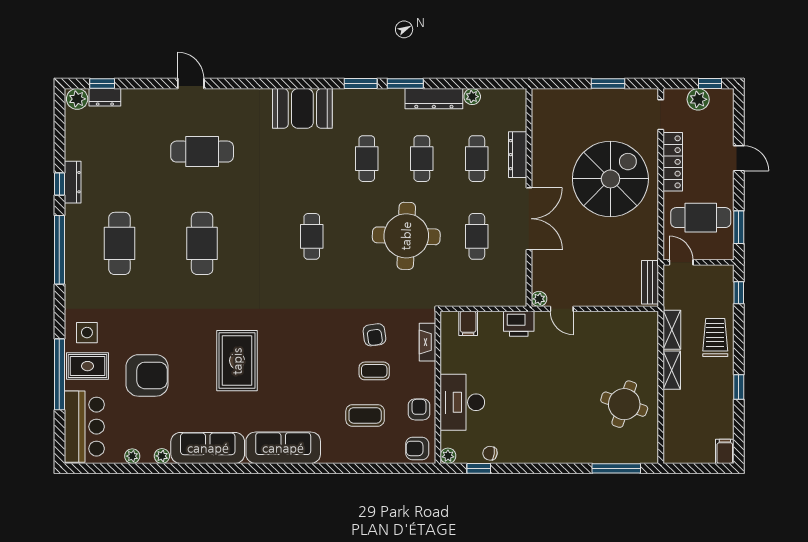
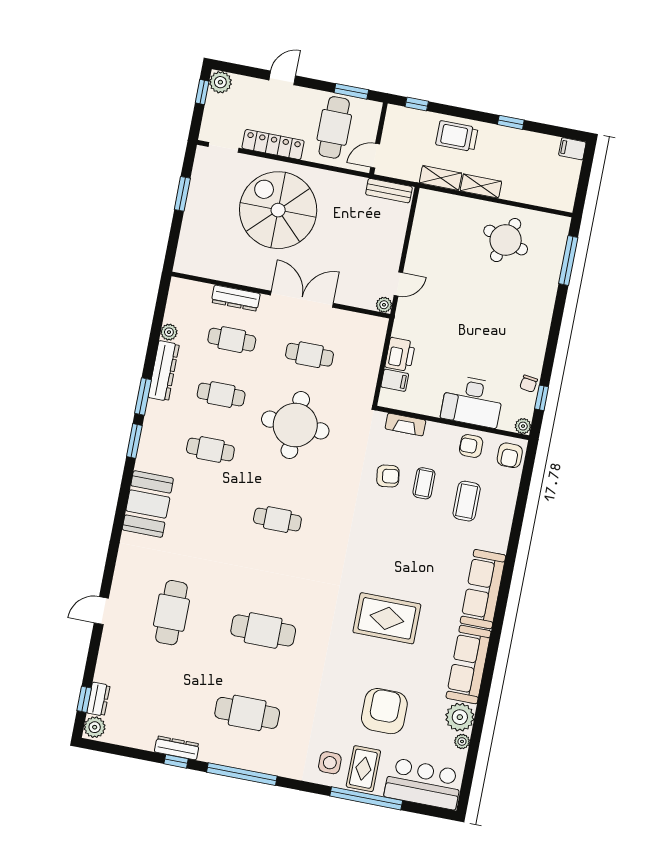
plant: (698, 99) -> (220, 82), moved
printer: (519, 324) -> (400, 354), moved
plant: (162, 456) -> (460, 717), width x1.87, depth x1.87

